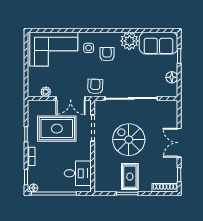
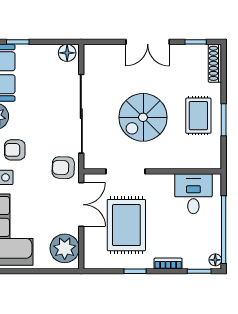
floor lamp: (172, 77) -> (67, 53), moved
plant: (46, 92) -> (65, 248), width x1.88, depth x1.88
rug: (130, 177) -> (198, 116), turned 90

